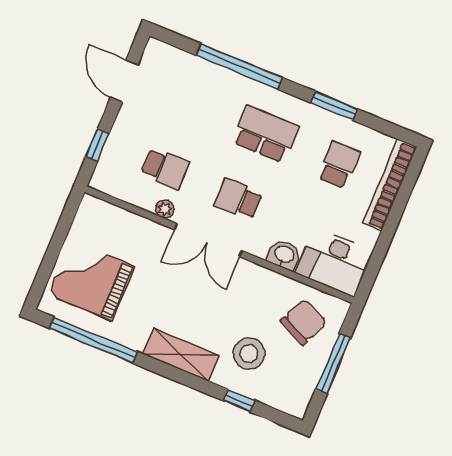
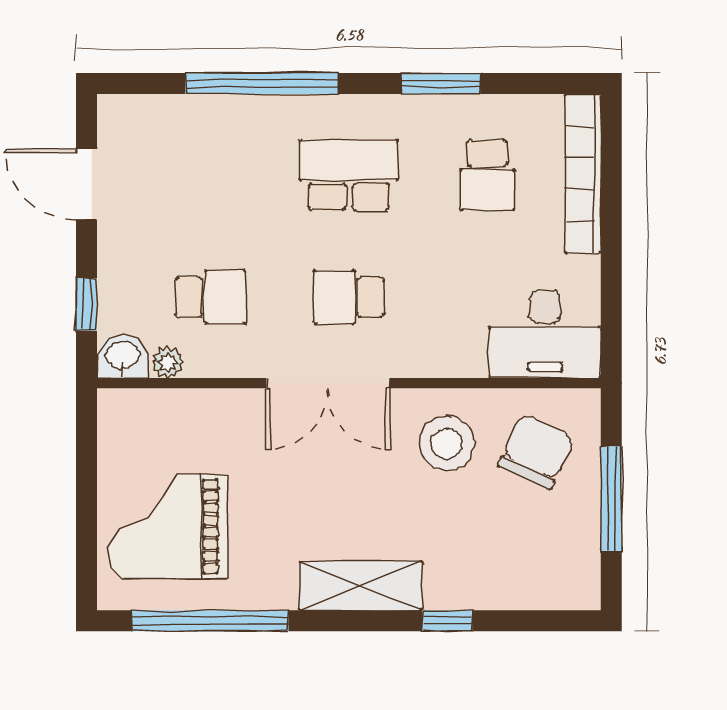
school desk: (339, 165) -> (487, 175), turned 180
plant: (165, 209) -> (168, 362), moved
washbasin: (284, 255) -> (123, 356), moved
stool: (249, 354) -> (447, 443), moved
window: (239, 401) -> (447, 621), moved

